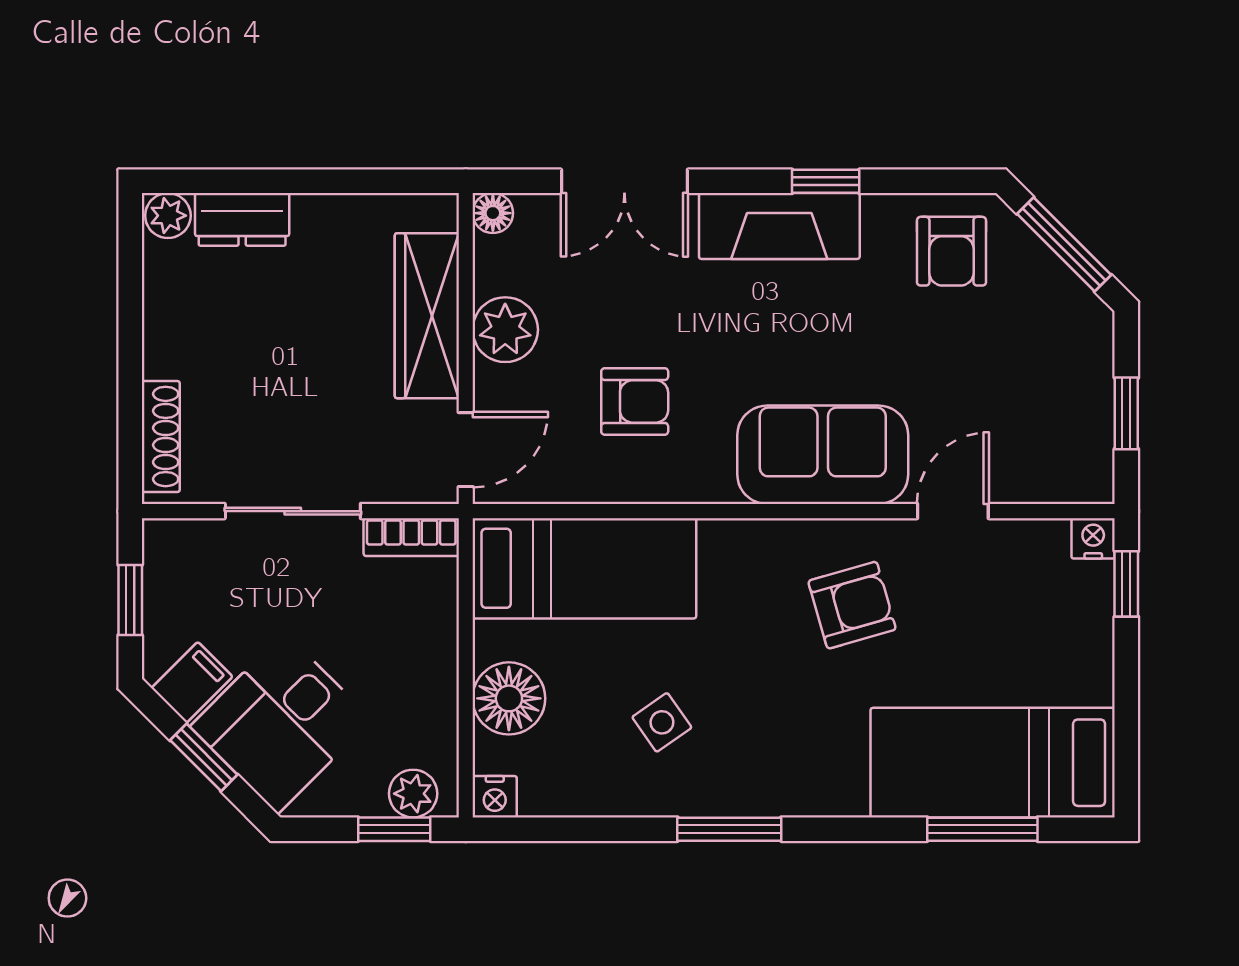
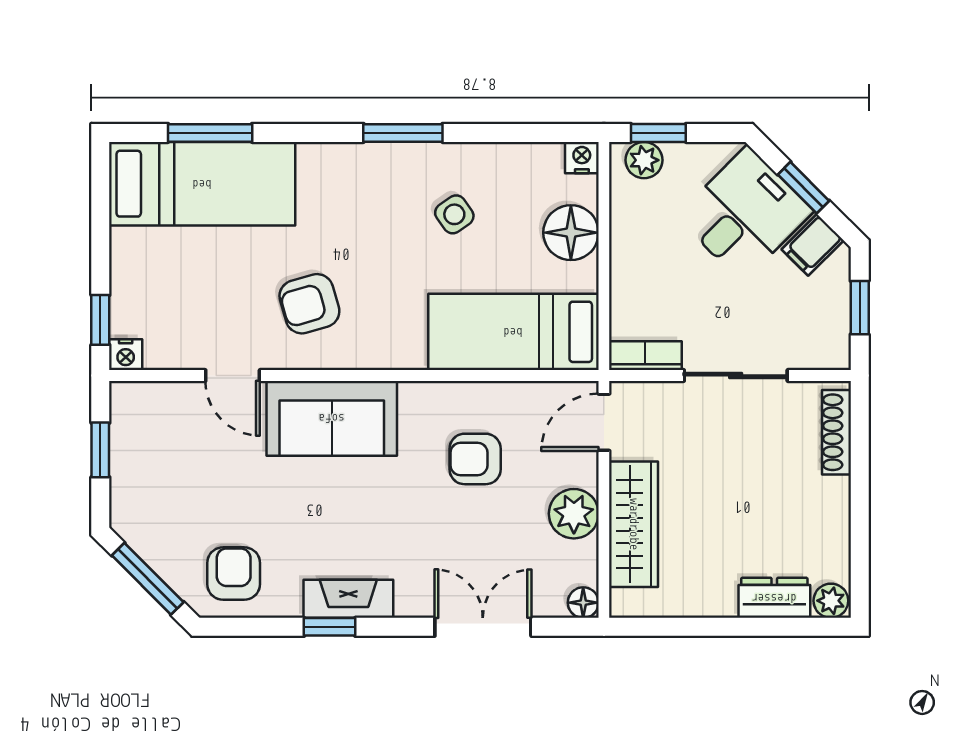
fireplace: (779, 226) -> (348, 599), width x0.73, depth x0.76
door: (953, 511) -> (233, 375), hinge flipped

